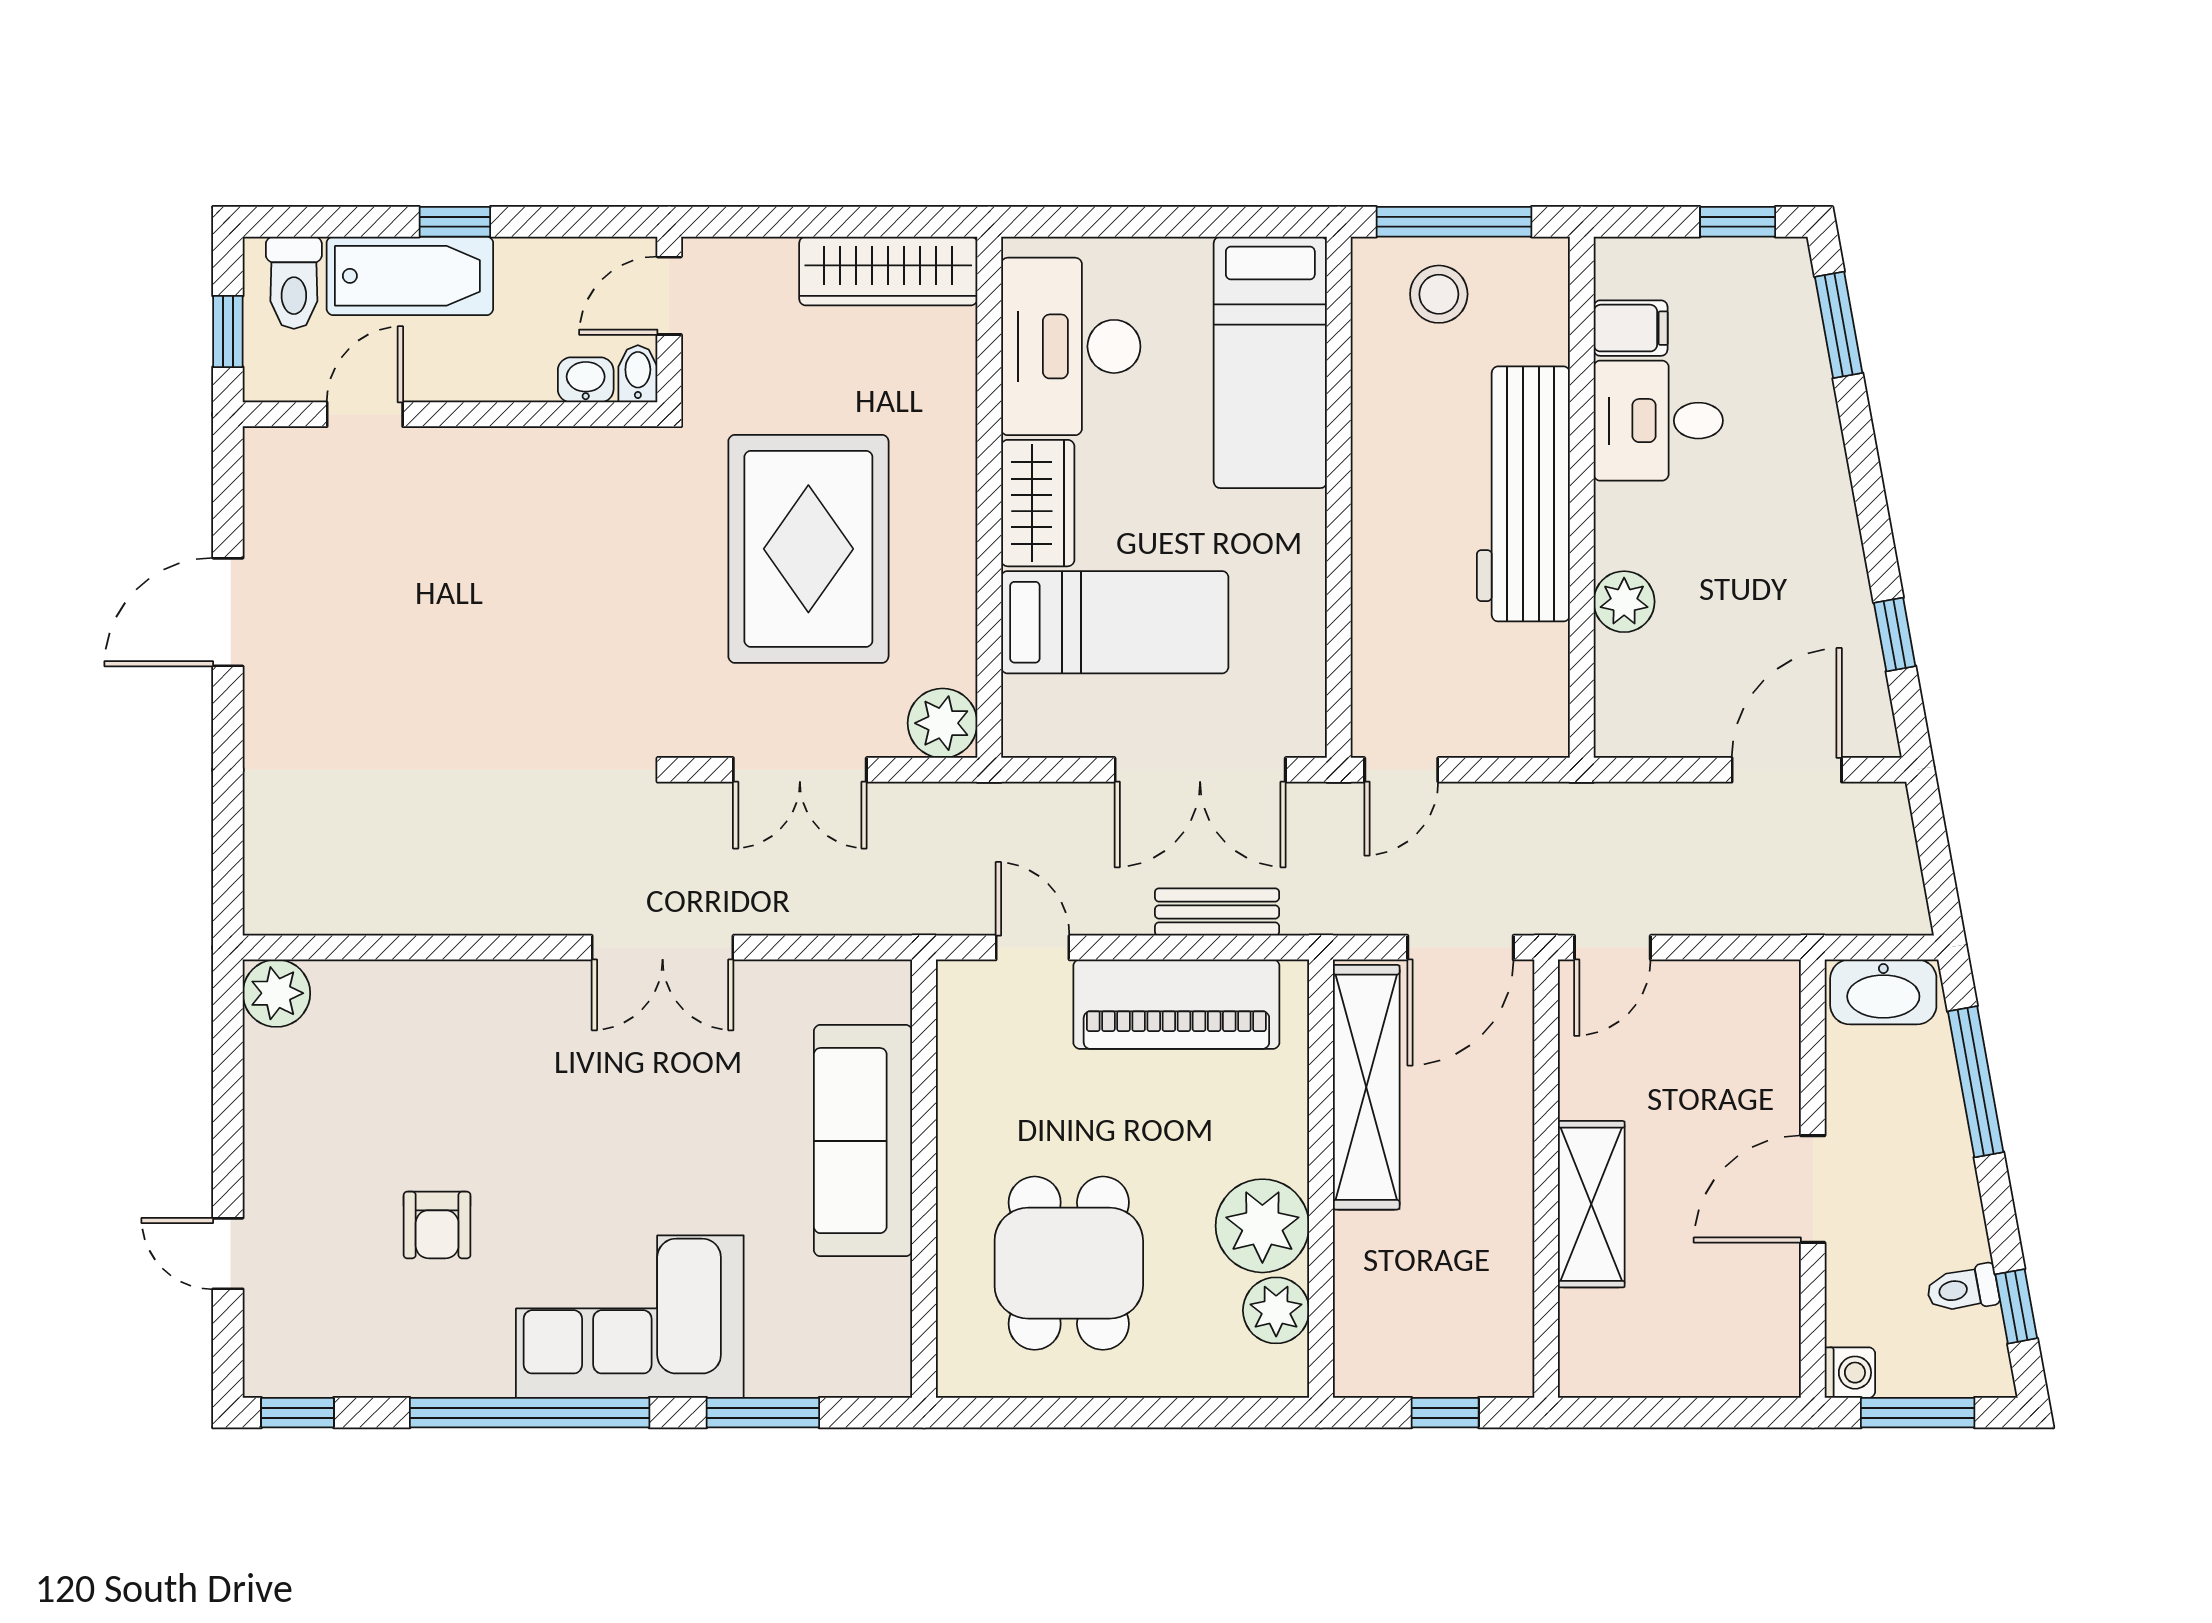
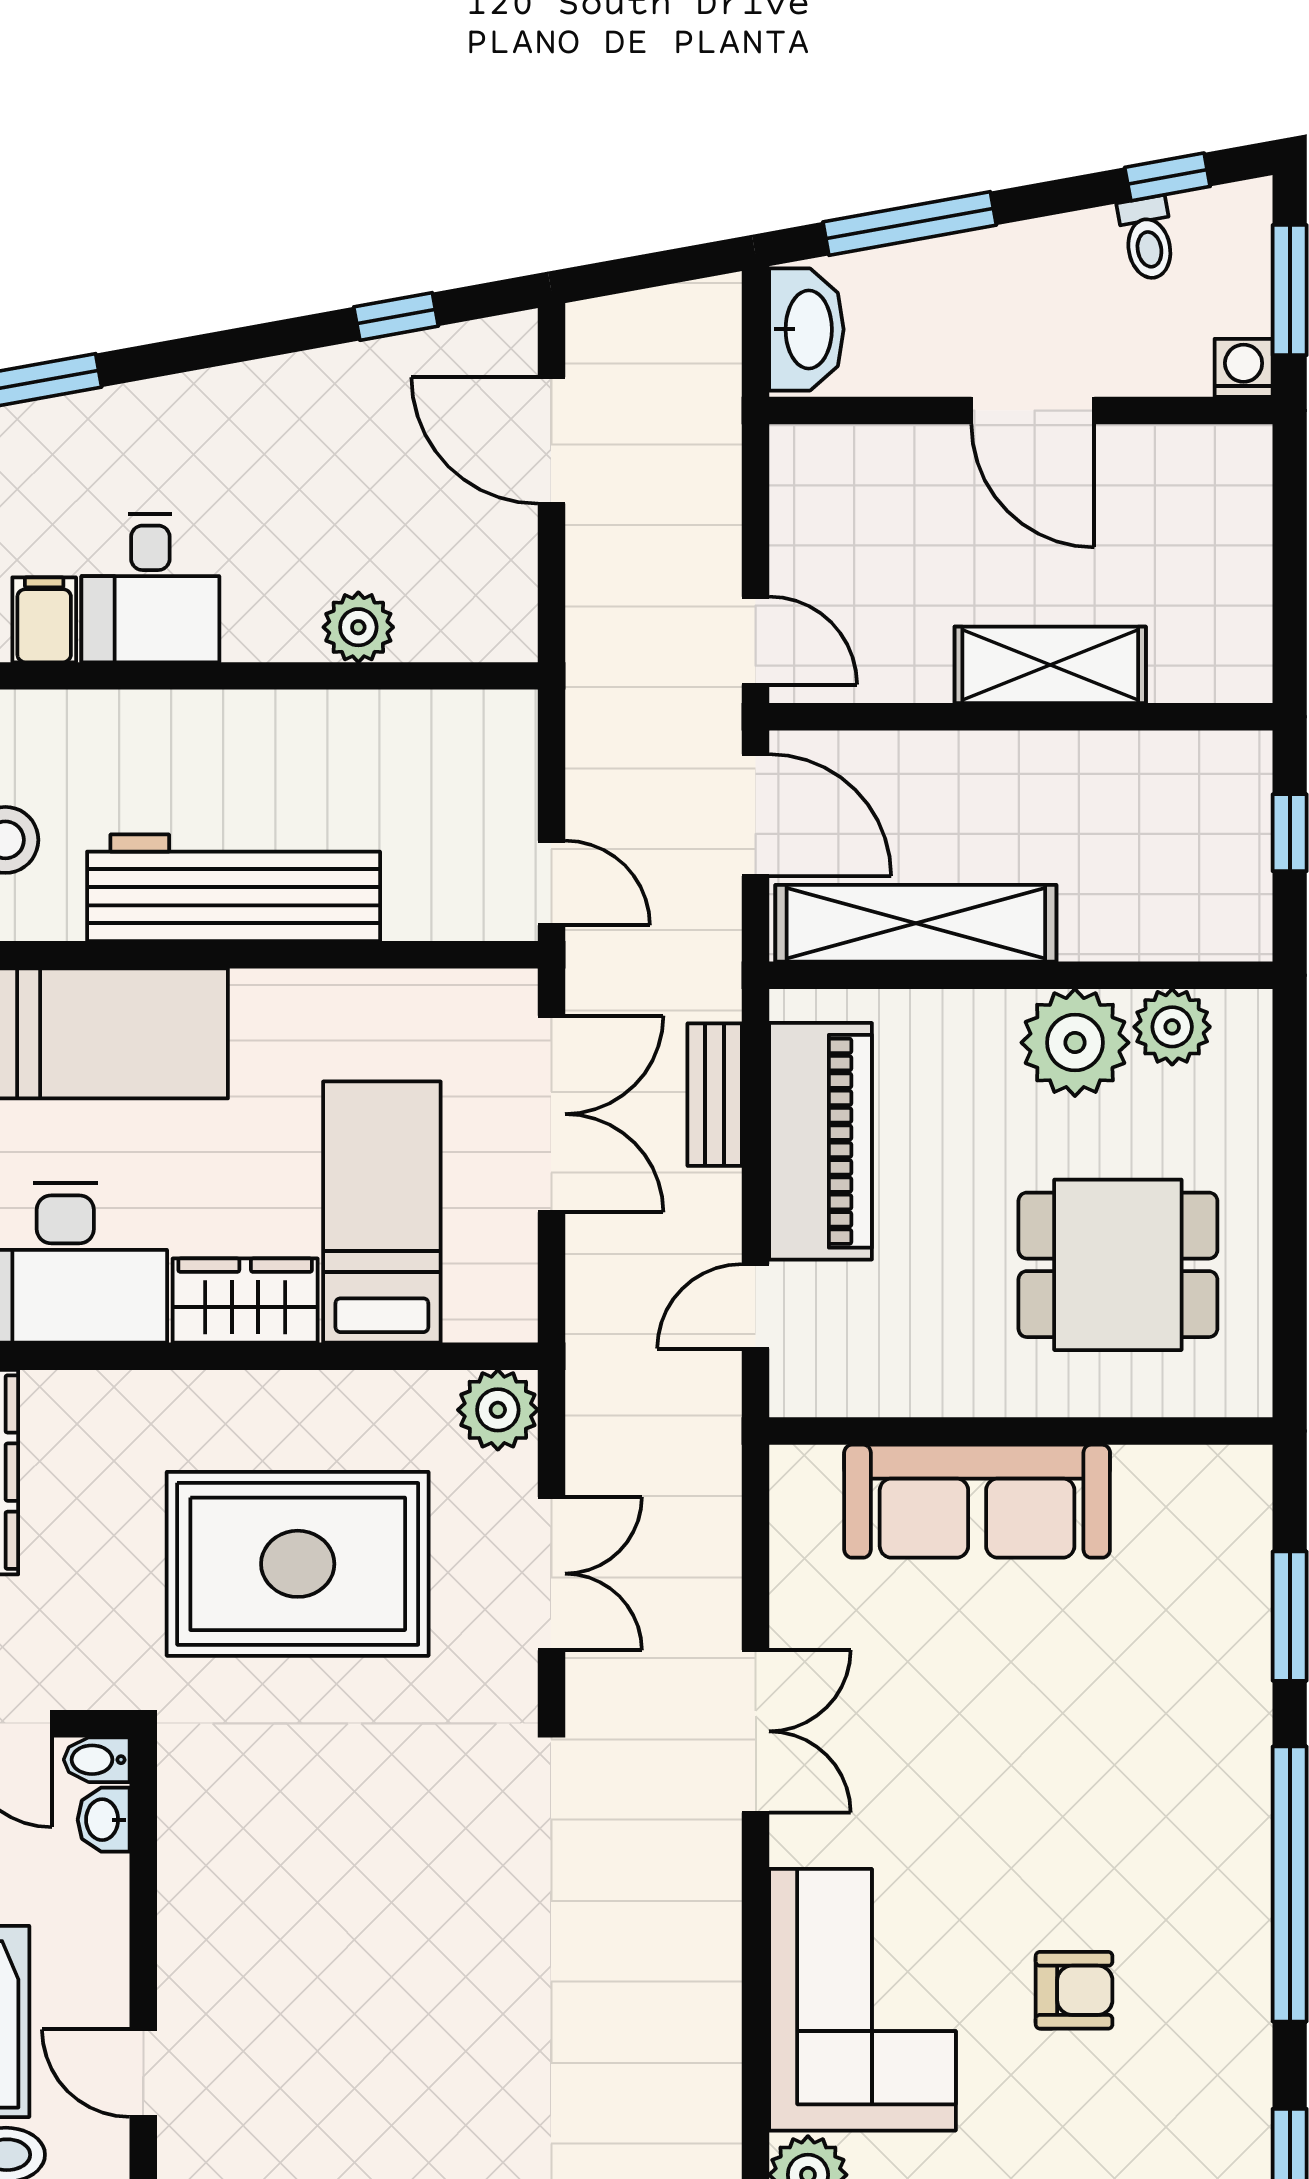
workbench: (1523, 494) -> (234, 888), moved, turned 180
corner sofa: (630, 1317) -> (862, 2000), moved, turned 180

